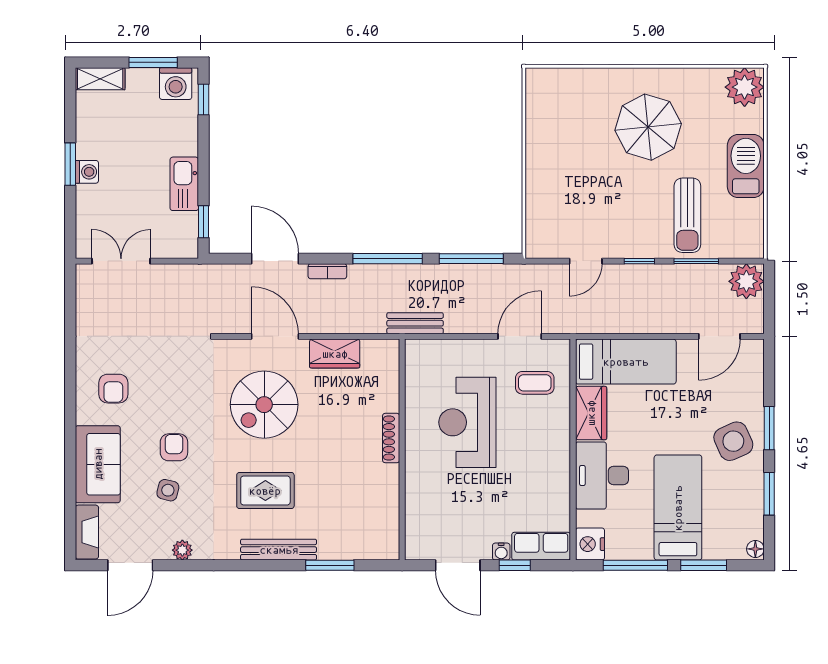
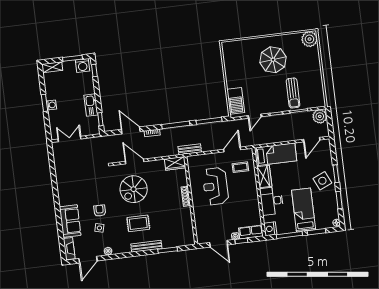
barbecue: (746, 166) -> (236, 101), moved, turned 180
wardrobe: (335, 354) -> (175, 163), moved
armchair: (113, 389) -> (73, 190), removed

